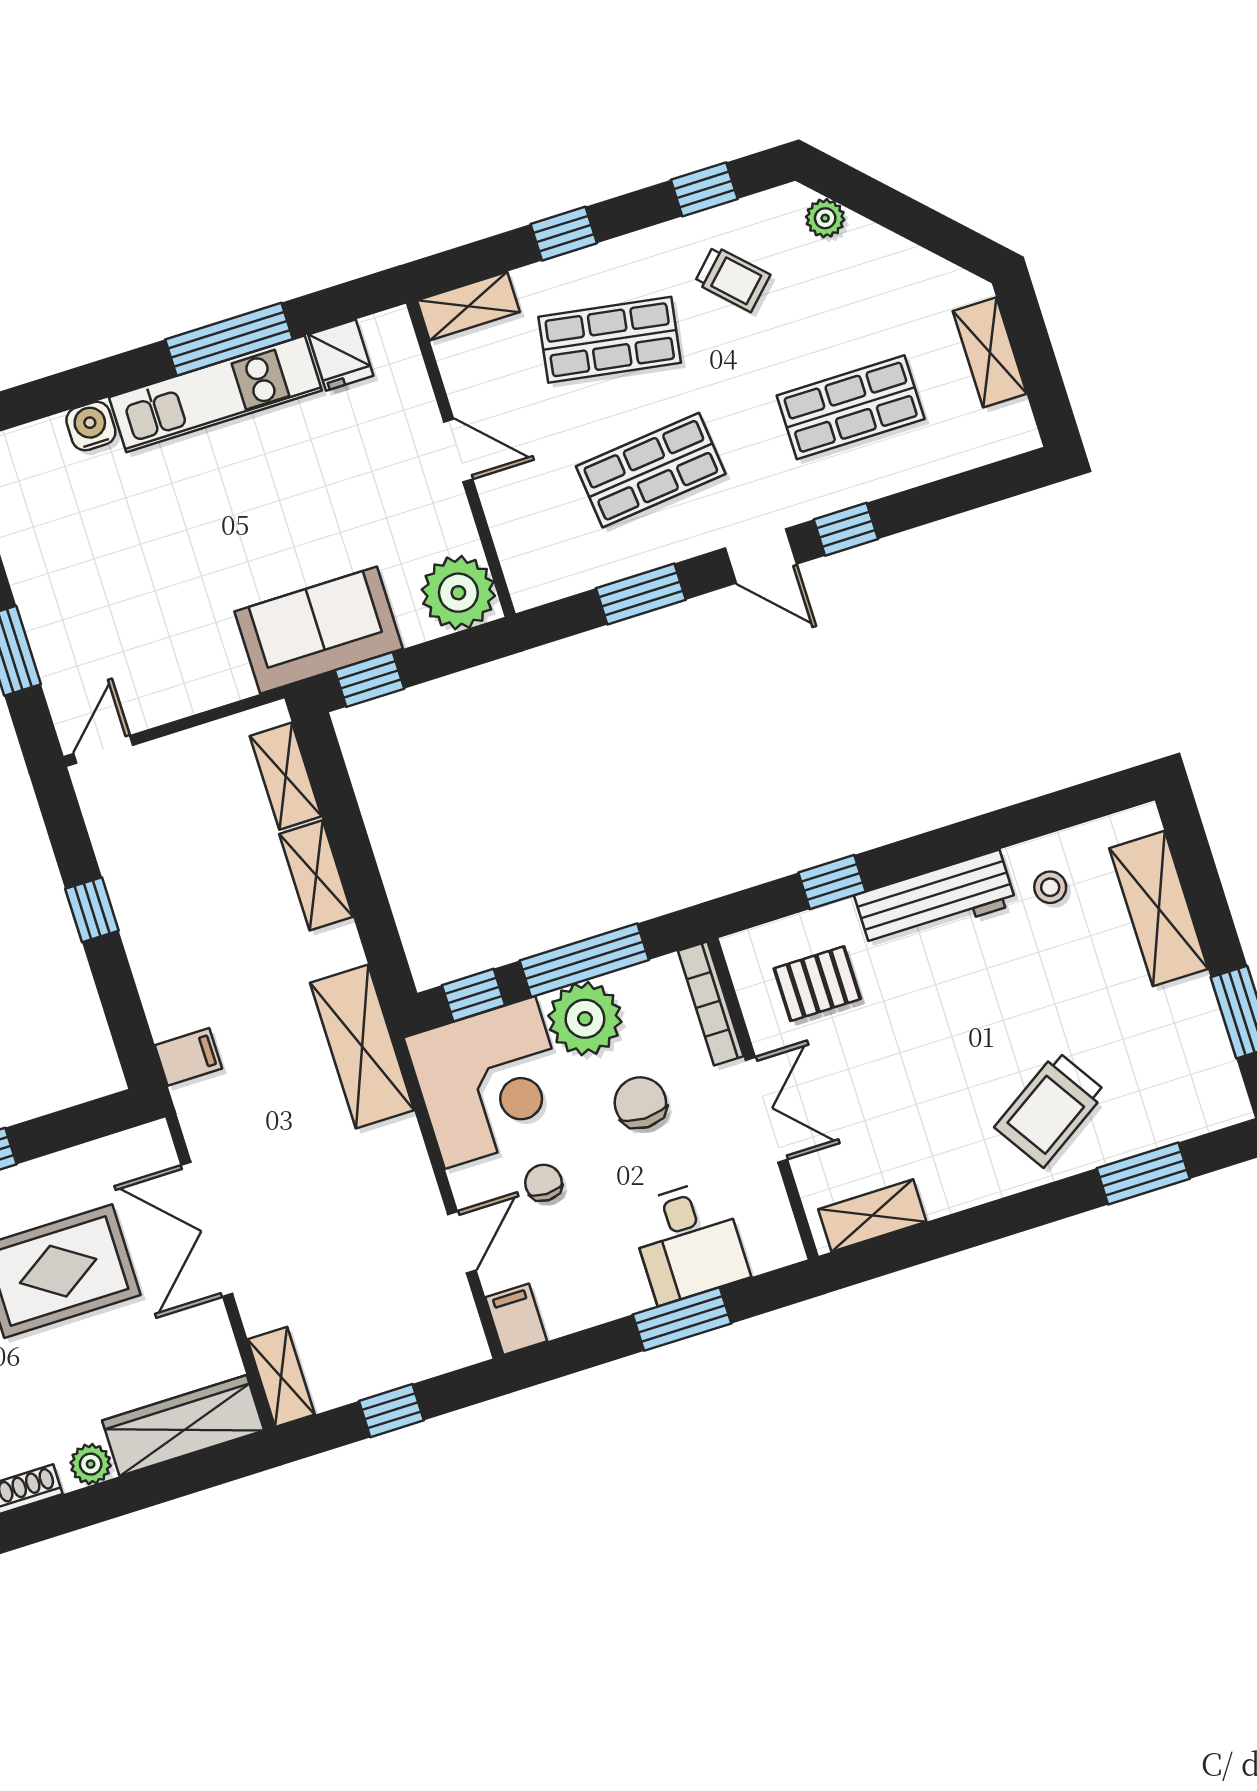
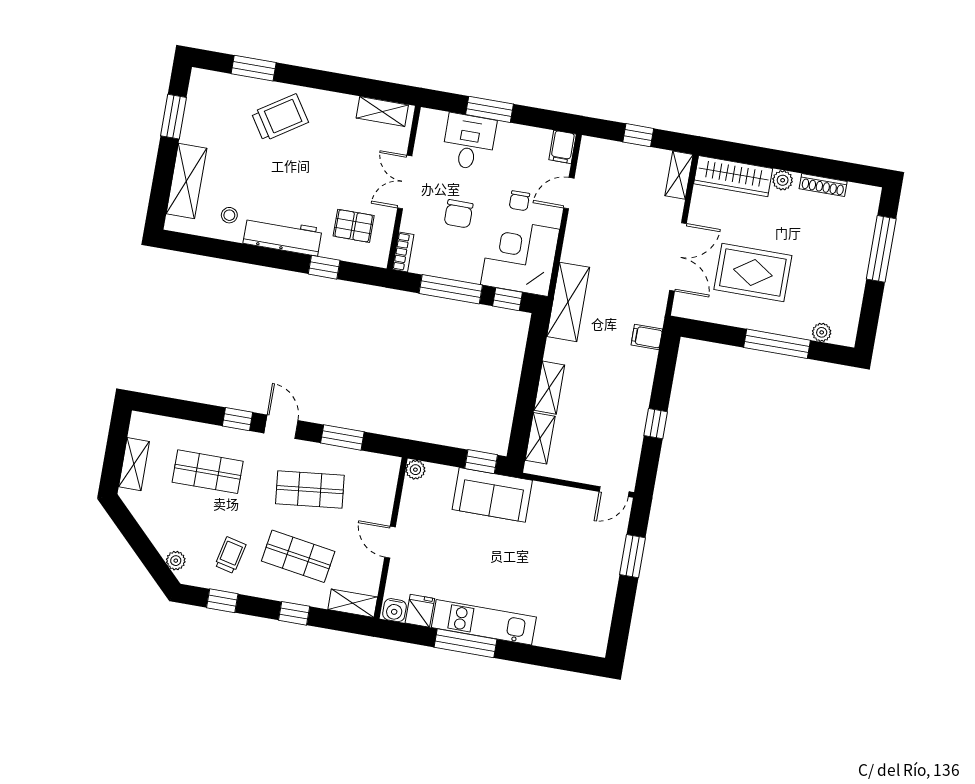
trolley: (732, 279) -> (230, 555), turned 58
water cooler: (91, 426) -> (394, 610), moved
plant: (458, 593) -> (415, 470), width x0.53, depth x0.53
bookcase: (711, 1004) -> (403, 252), width x0.64
plant: (585, 1019) -> (464, 263), removed

